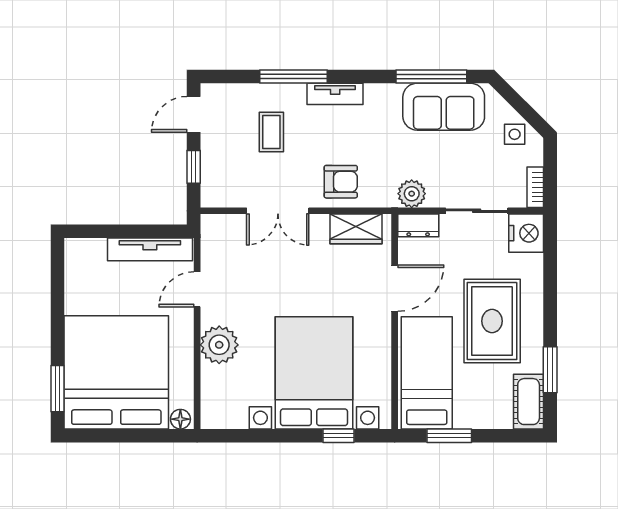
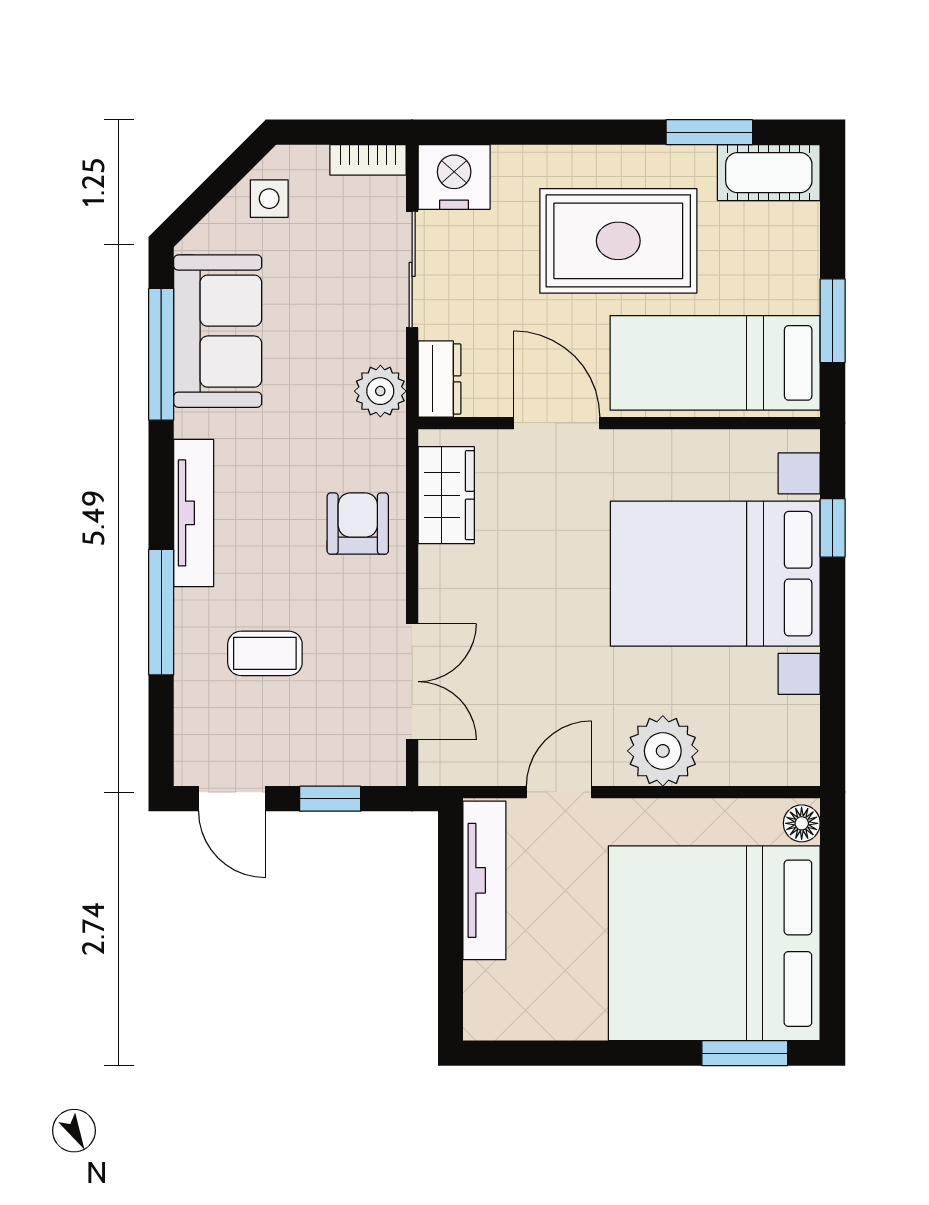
tv unit: (335, 94) -> (194, 513), width x1.41
double door: (278, 211) -> (412, 682), moved
door: (197, 289) -> (559, 792), swing flipped

